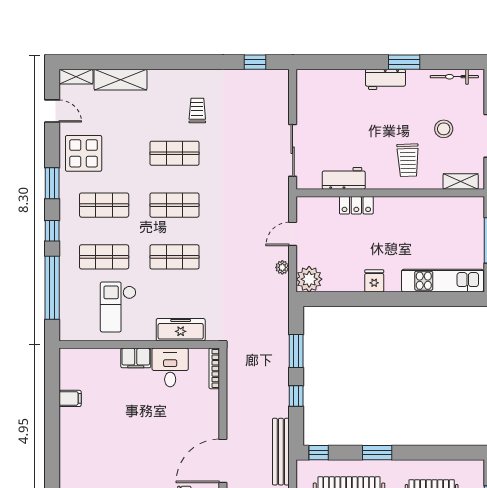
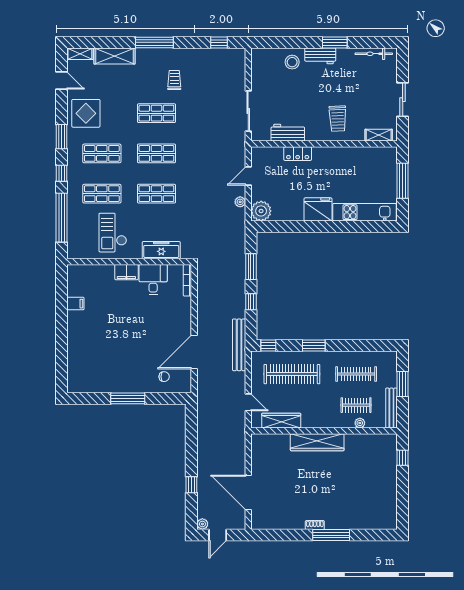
window: (172, 62) -> (154, 42), added
stool: (444, 129) -> (292, 62), moved
fridge: (374, 281) -> (318, 209), width x1.88, depth x1.34

